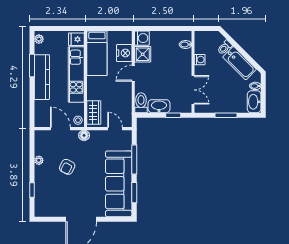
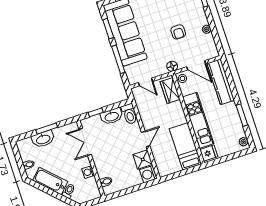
nightstand: (124, 53) -> (160, 155), removed
kitchen counter: (42, 77) -> (221, 82), moved
washbasin: (254, 102) -> (43, 139), moved, turned 90
armchair: (67, 167) -> (178, 32), turned 153

